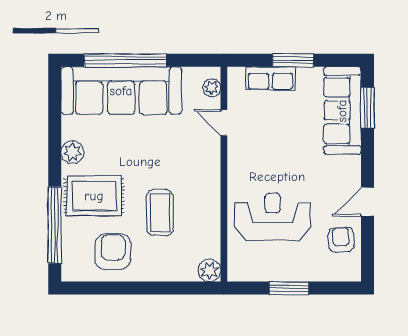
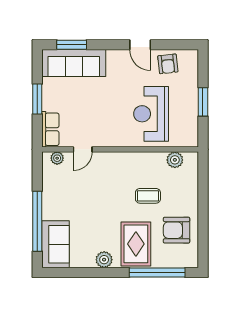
row of seats: (271, 78) -> (50, 129), moved
sofa: (121, 91) -> (56, 244), width x0.54, depth x0.79
coffee table: (160, 212) -> (148, 196), width x0.73, depth x0.77
armchair: (341, 240) -> (168, 64), turned -91
plant: (209, 270) -> (175, 160), moved

